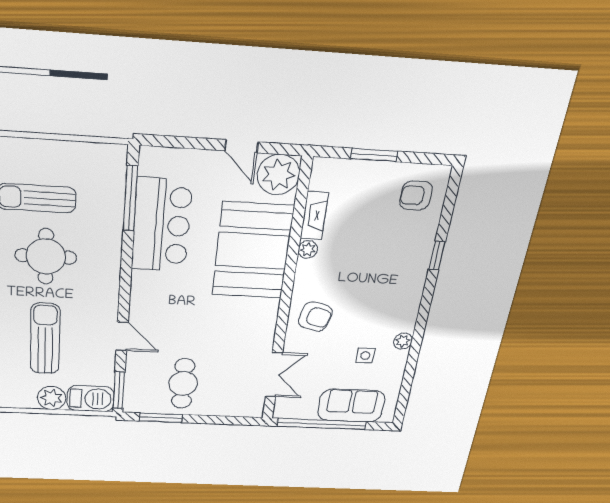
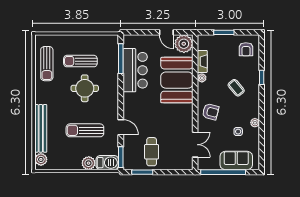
armchair: (416, 195) -> (246, 49), turned -90
coffee table: (378, 273) -> (236, 88), added
sun lounger: (45, 339) -> (85, 130), turned -90

